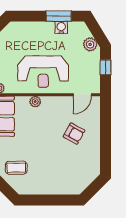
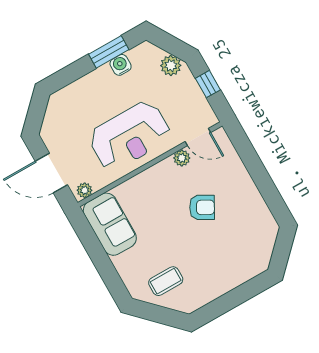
door: (82, 95) -> (198, 137), hinge flipped
plant: (35, 102) -> (182, 158), moved
armchair: (74, 134) -> (202, 207), moved

